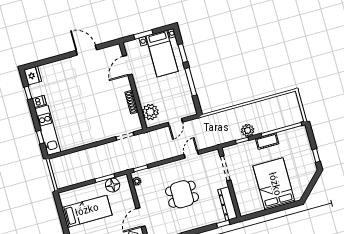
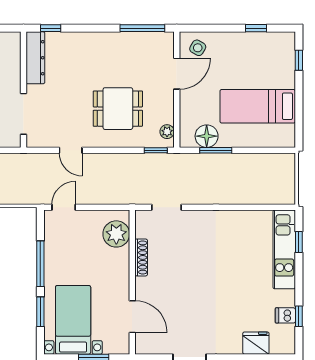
door: (127, 65) -> (132, 317), hinge flipped
fridge: (33, 76) -> (256, 343), moved, turned 90
dishwasher: (39, 101) -> (285, 315), moved
door: (175, 122) -> (64, 207), moved
door: (191, 154) -> (71, 150), hinge flipped
dining table: (182, 194) -> (118, 109), moved

